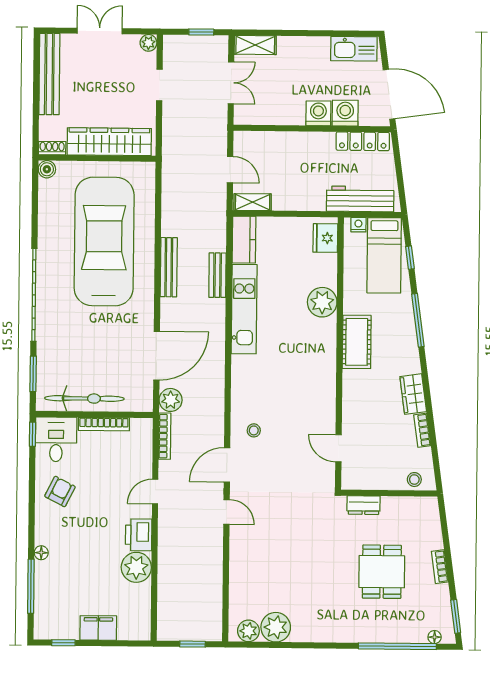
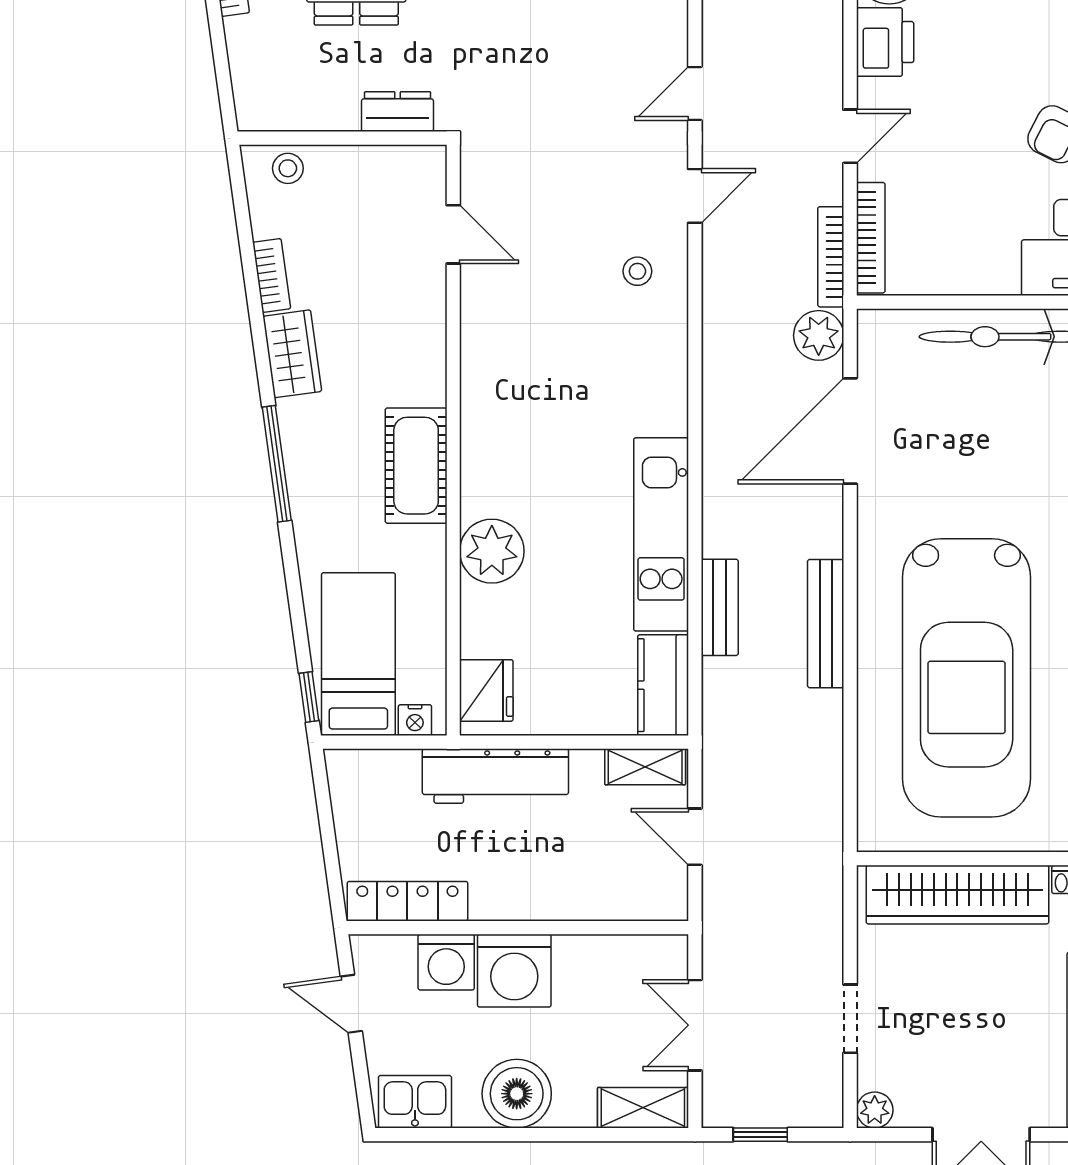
kitchen sink: (354, 49) -> (415, 1102), width x0.73
boiler: (313, 52) -> (517, 1094), added
door: (389, 94) -> (351, 1004), width x0.53
washing machine: (318, 113) -> (514, 971), width x1.37, depth x1.37
workbench: (360, 199) -> (495, 776), moved
window: (410, 258) -> (309, 697), moved
window: (418, 320) -> (277, 464), moved
bookcase: (104, 424) -> (871, 238), moved, turned 90
door: (227, 465) -> (695, 196), width x0.73
door: (226, 512) -> (695, 93), hinge flipped

